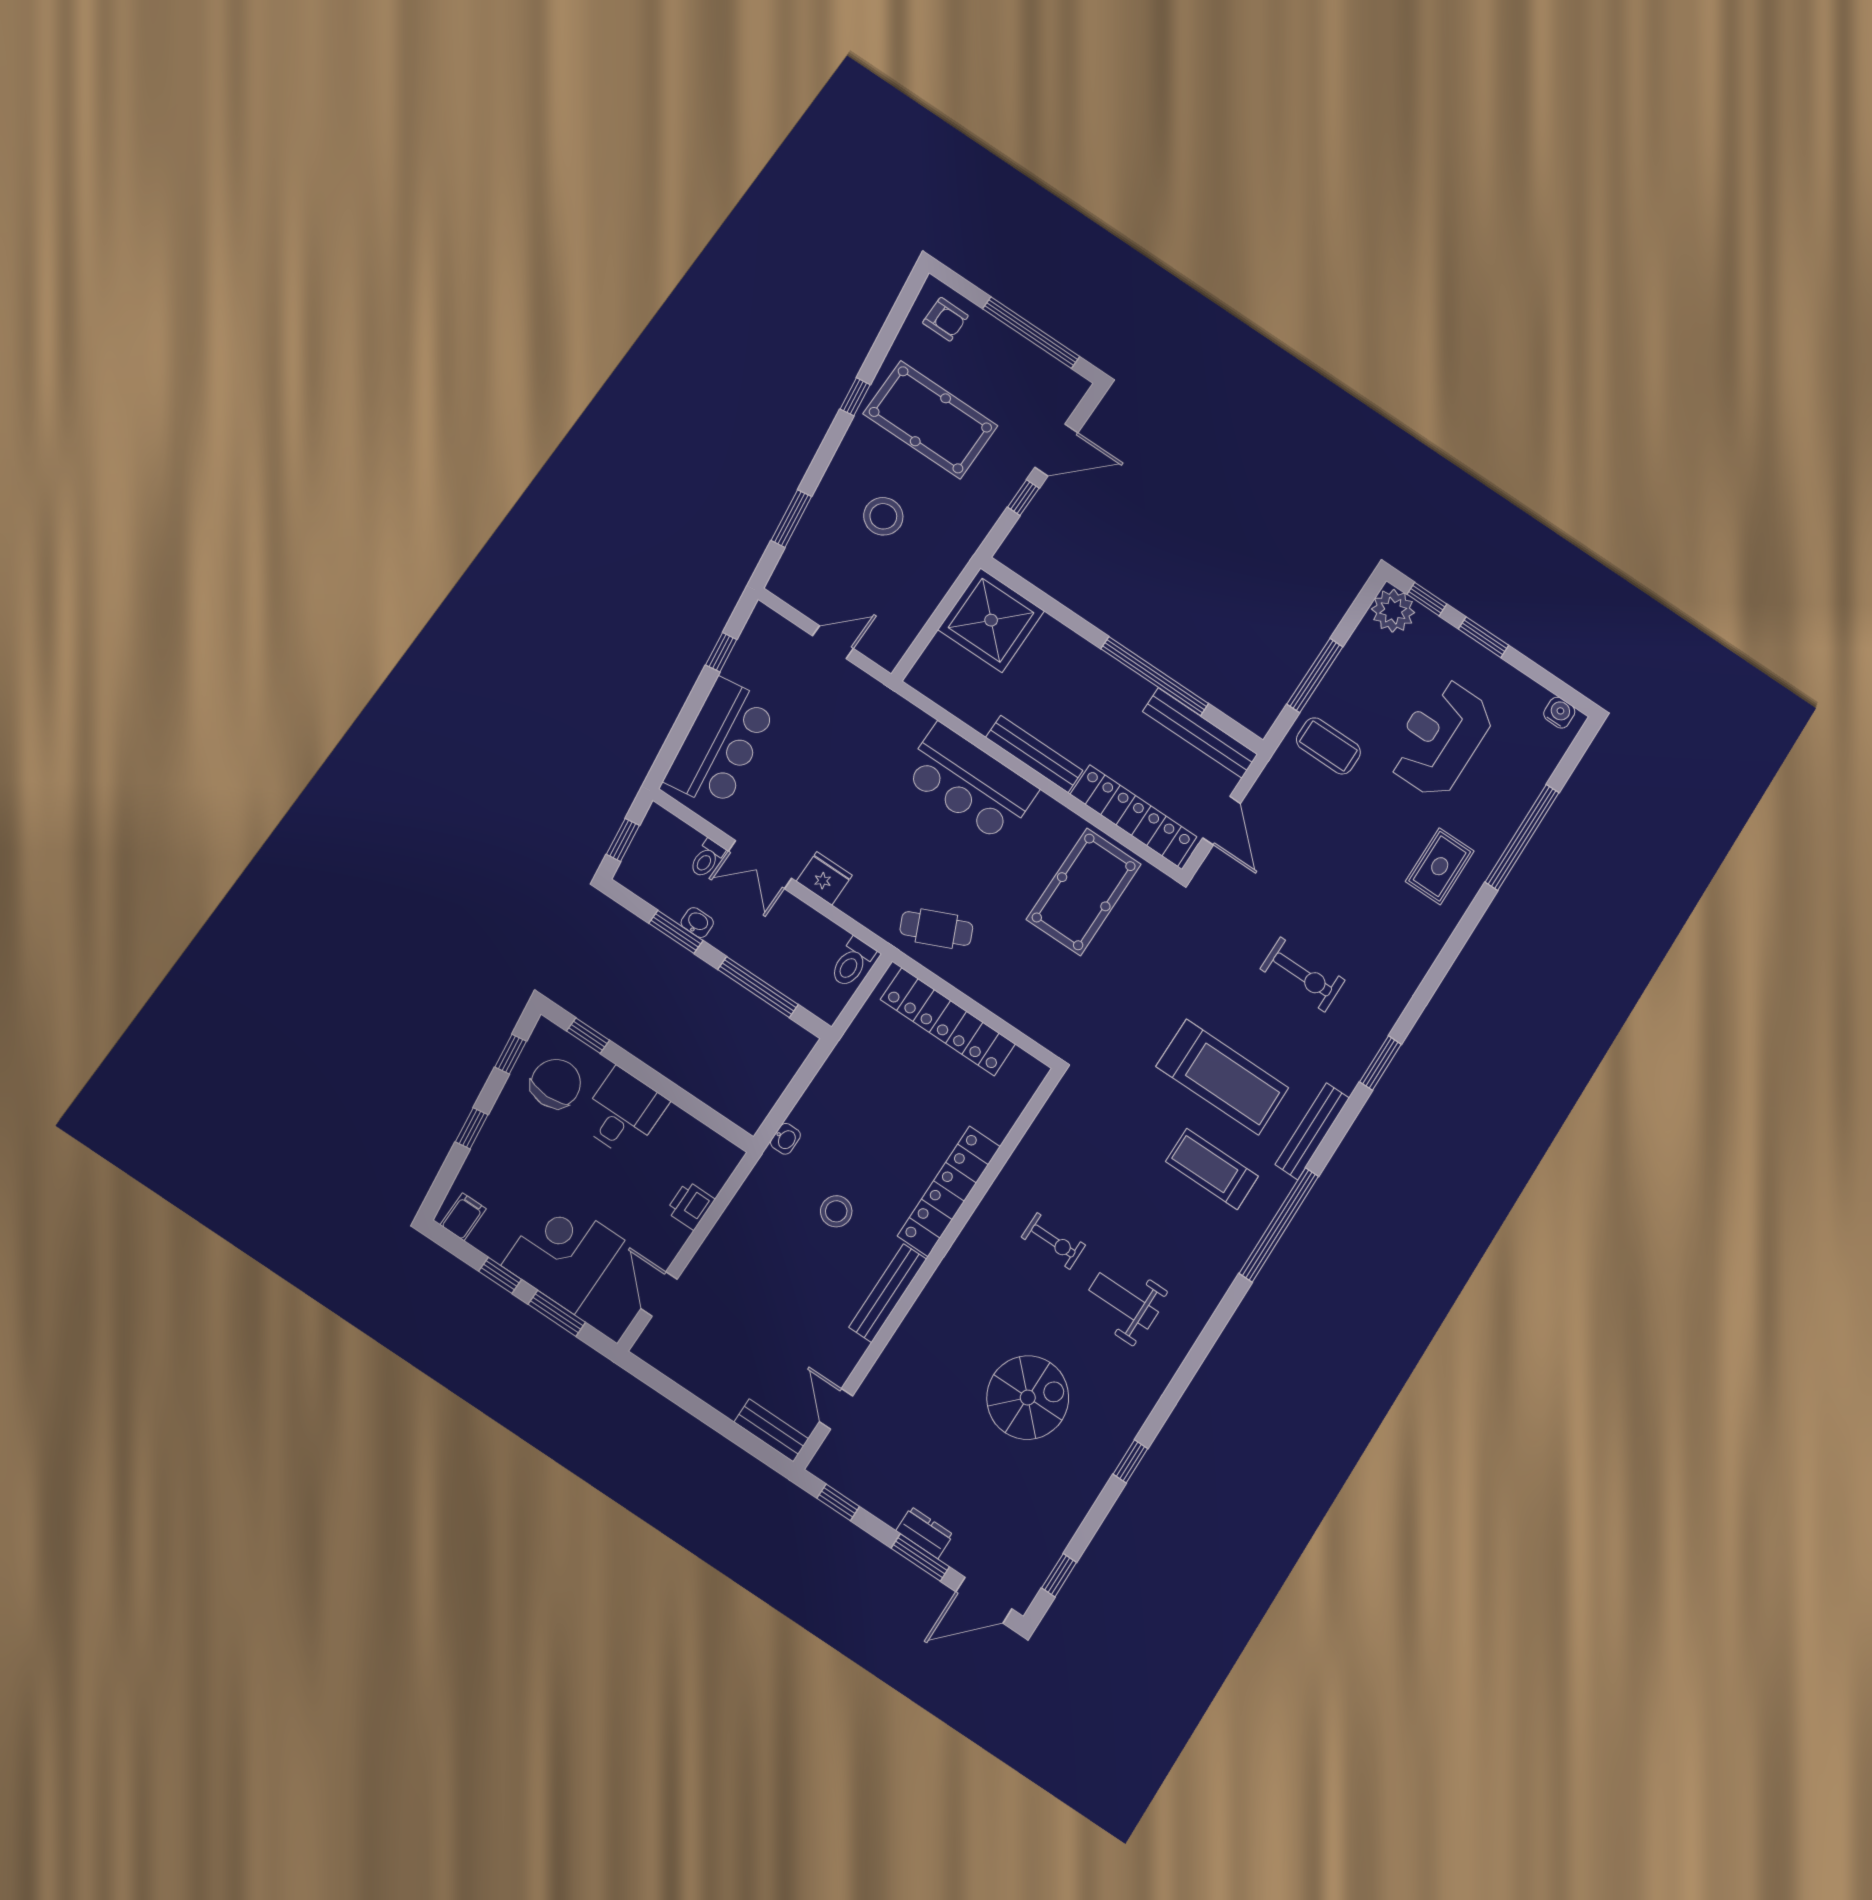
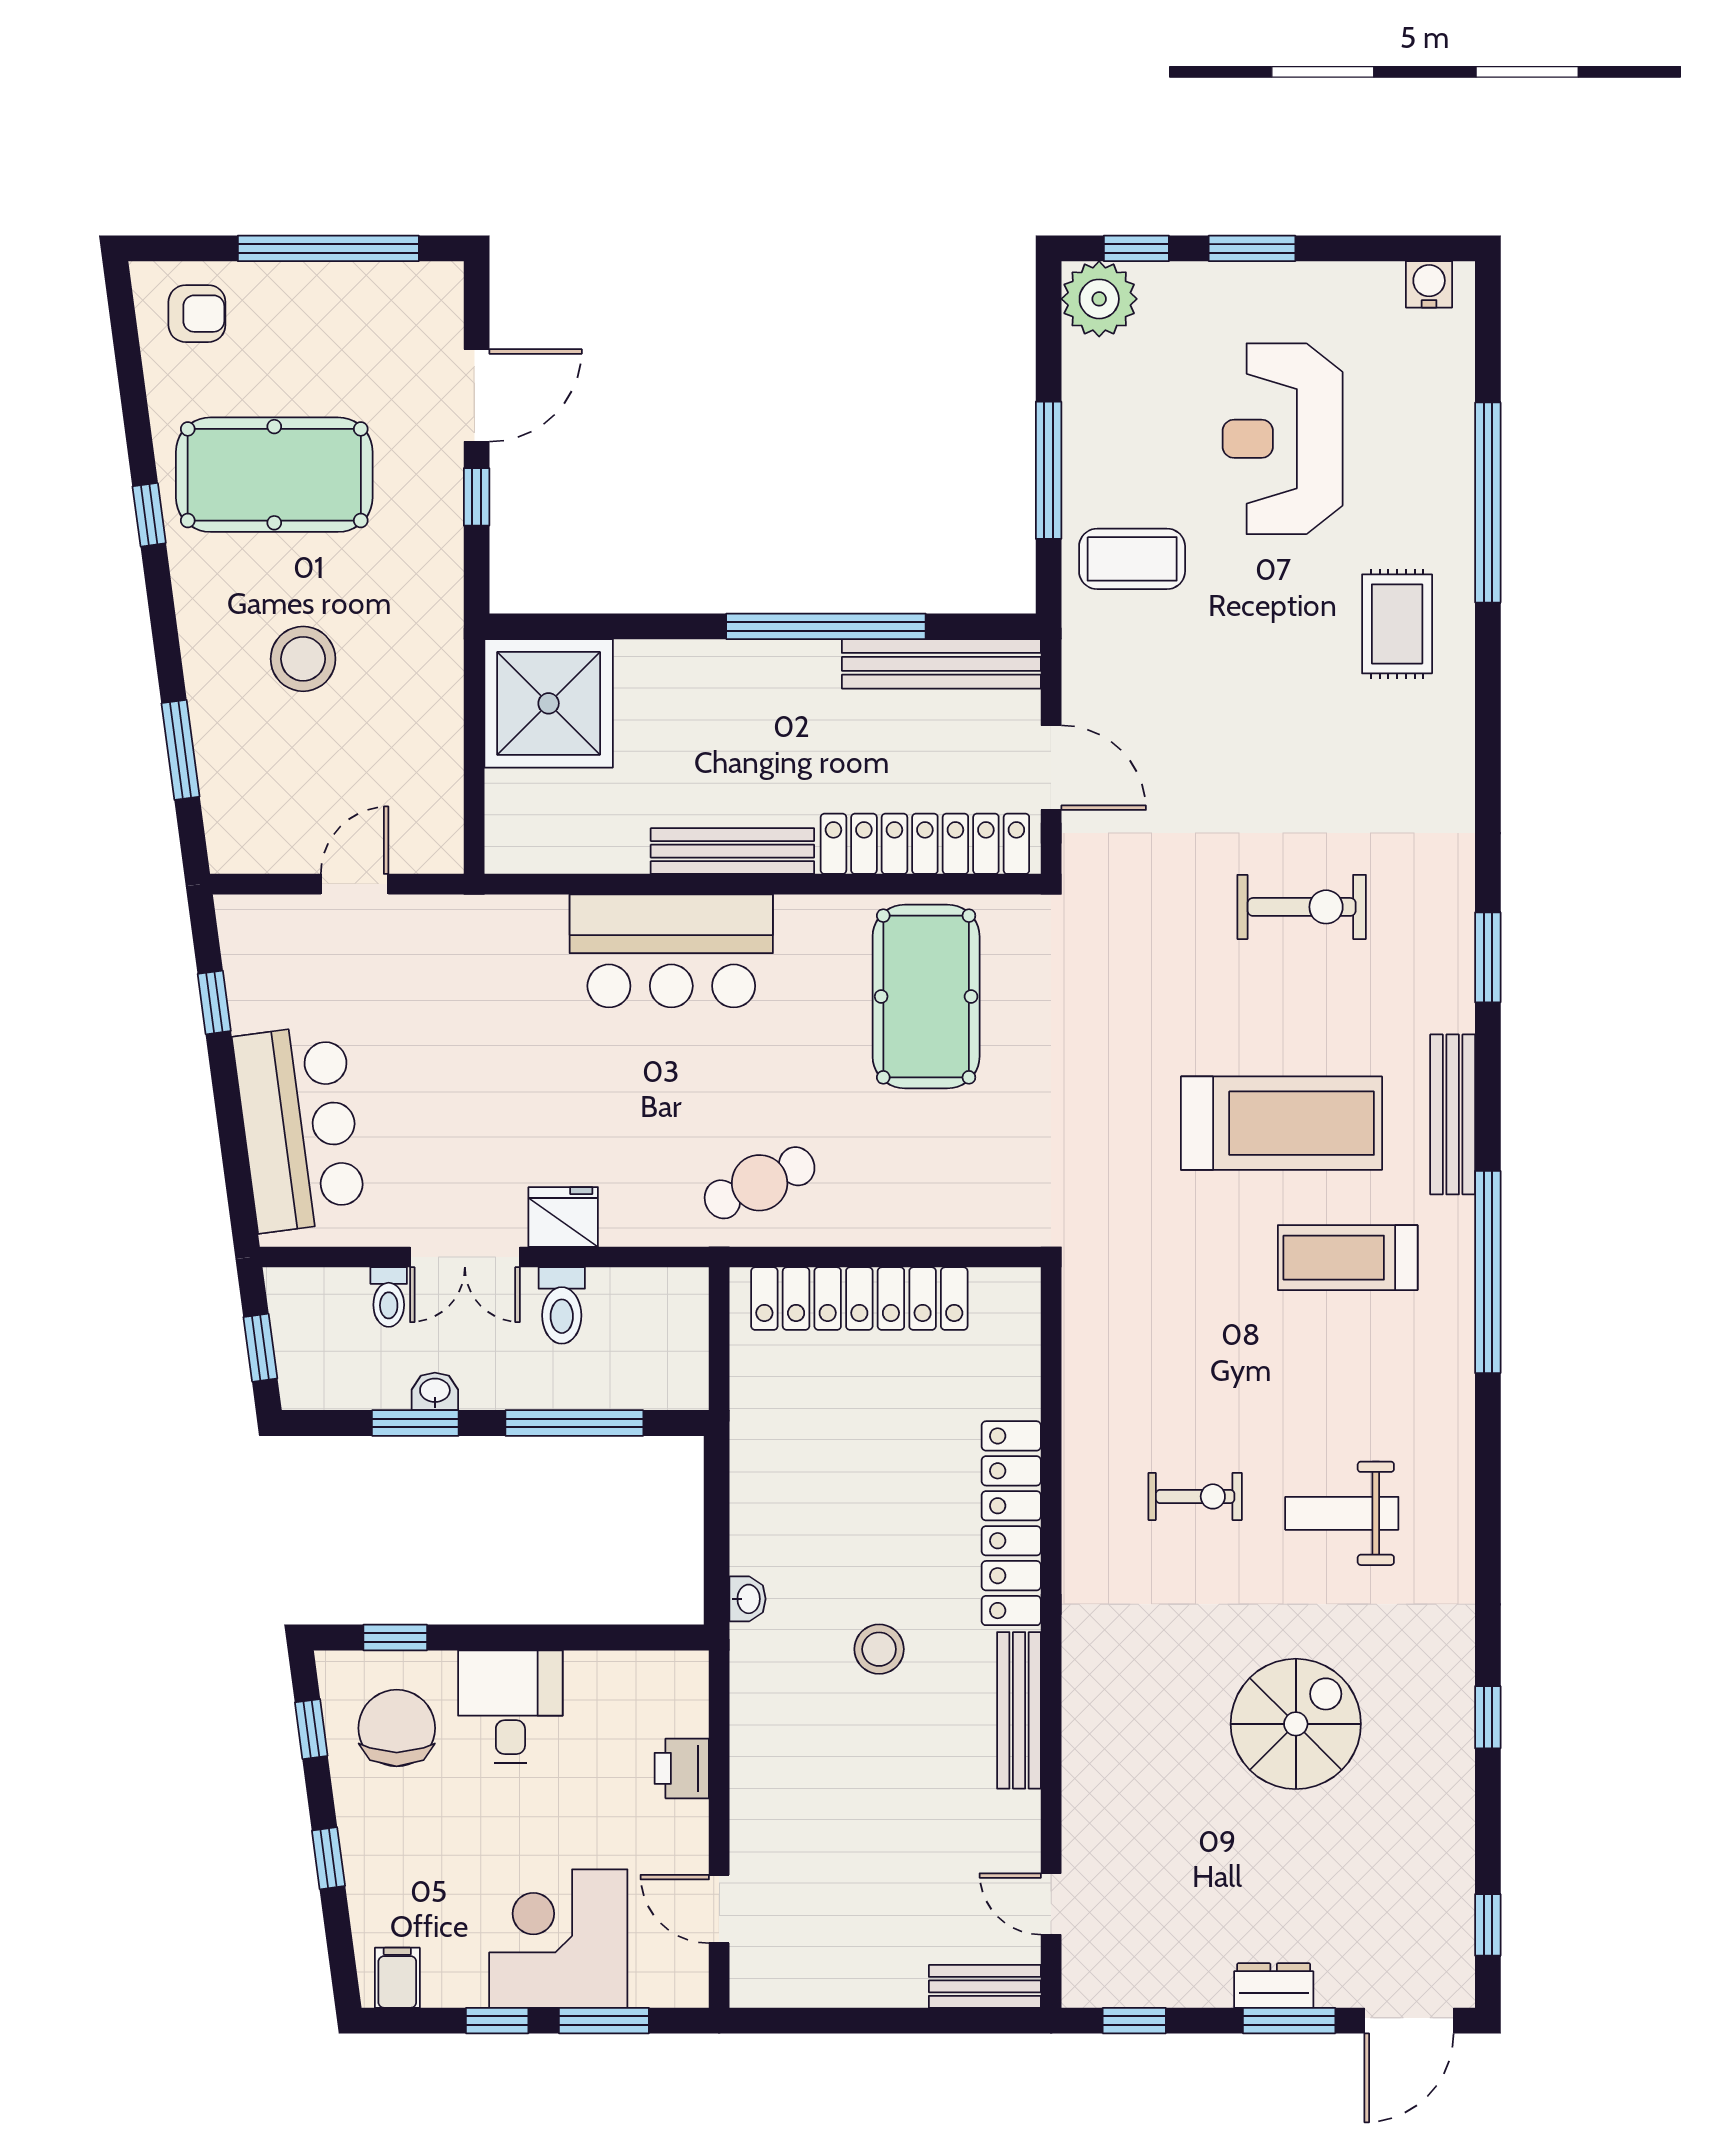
toilet: (852, 963) -> (562, 1305), moved

